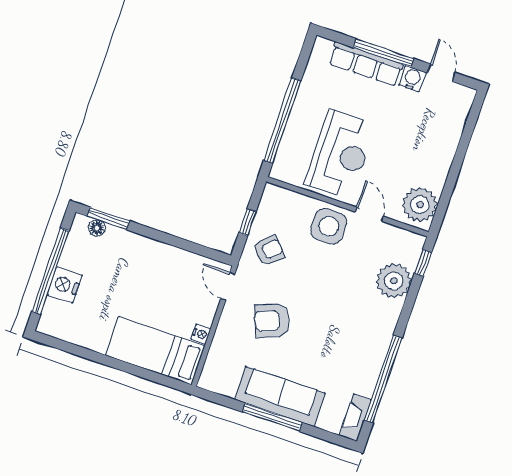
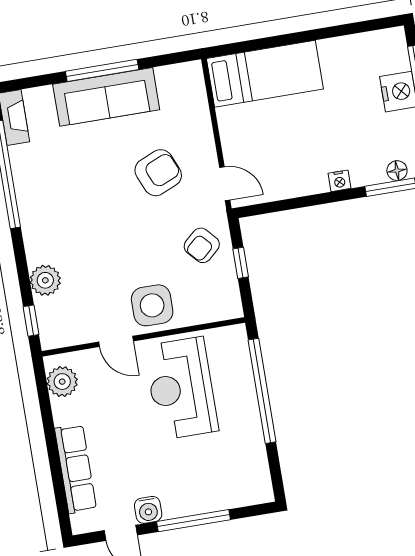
row of seats: (366, 64) -> (76, 469), moved, turned 90
plant: (420, 205) -> (62, 382), width x0.73, depth x0.73
plant: (394, 281) -> (45, 280), width x0.73, depth x0.73
nightstand: (201, 334) -> (339, 181), moved, turned -90

